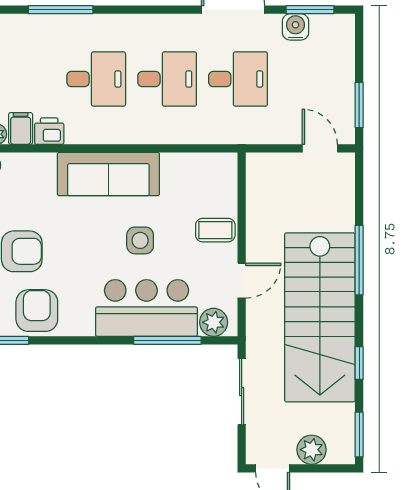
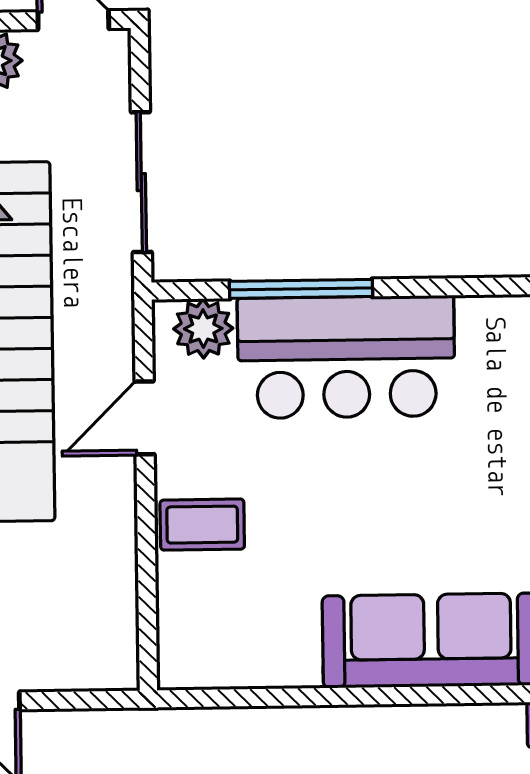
side table: (140, 240) -> (362, 500), removed

